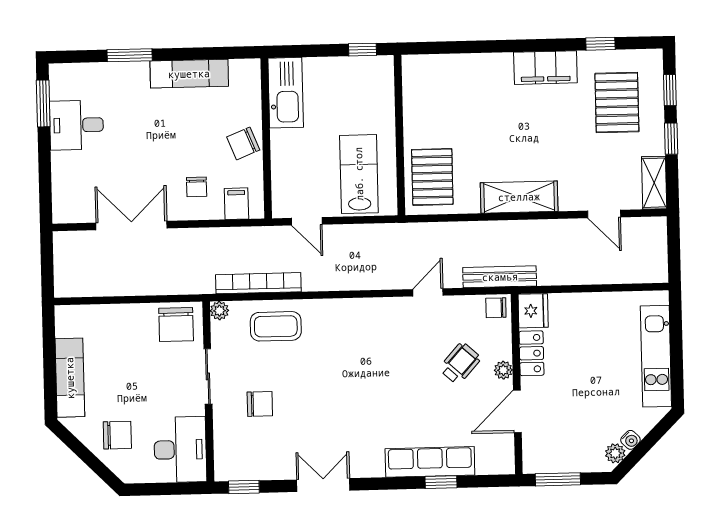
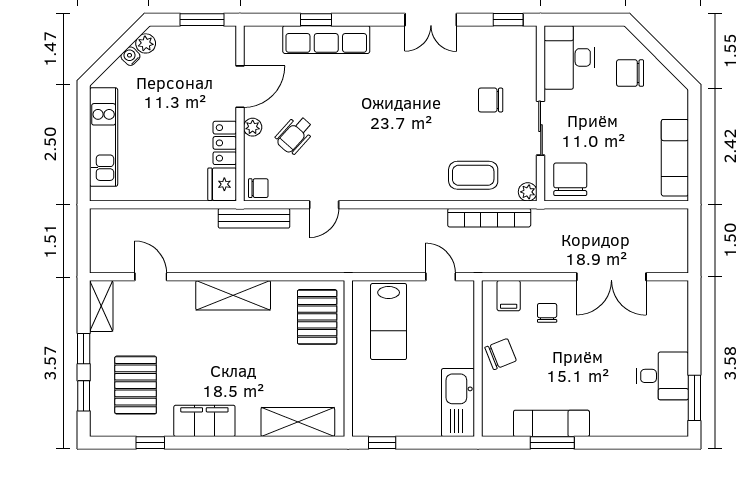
window: (130, 55) -> (552, 443), moved
shelving: (450, 69) -> (298, 422), added
exam couch: (70, 378) -> (675, 158), moved

